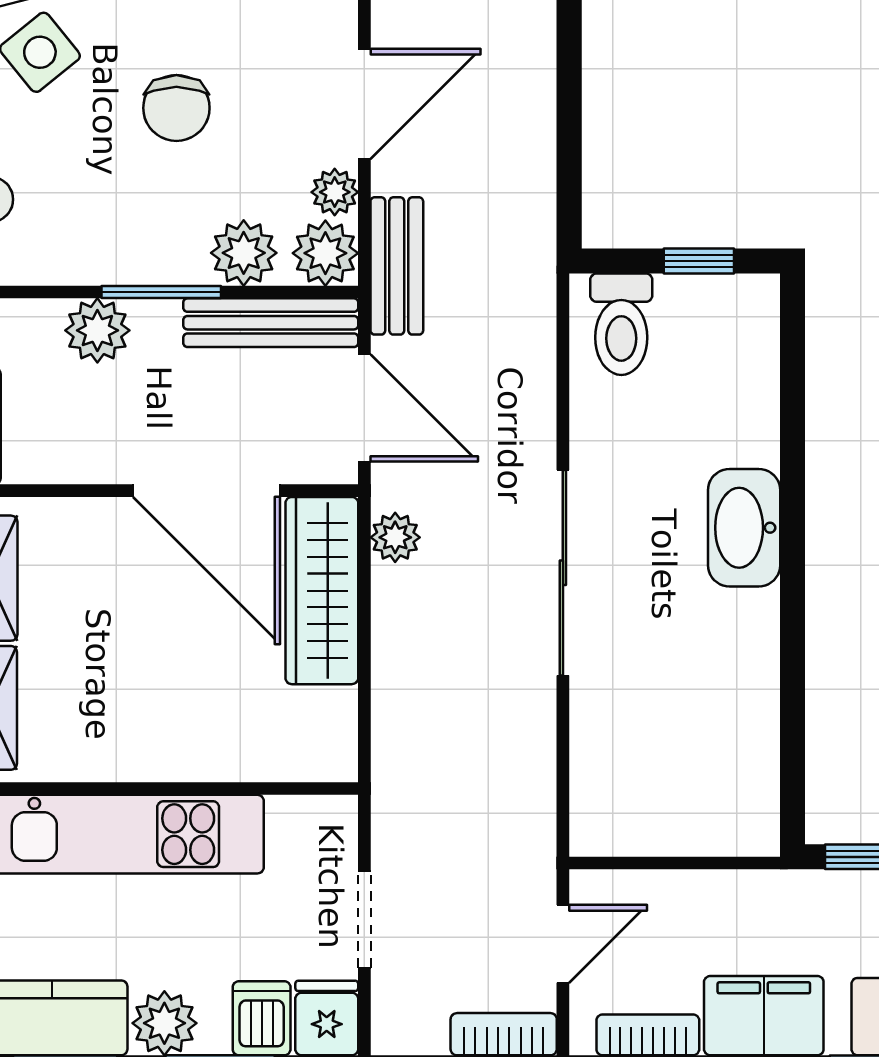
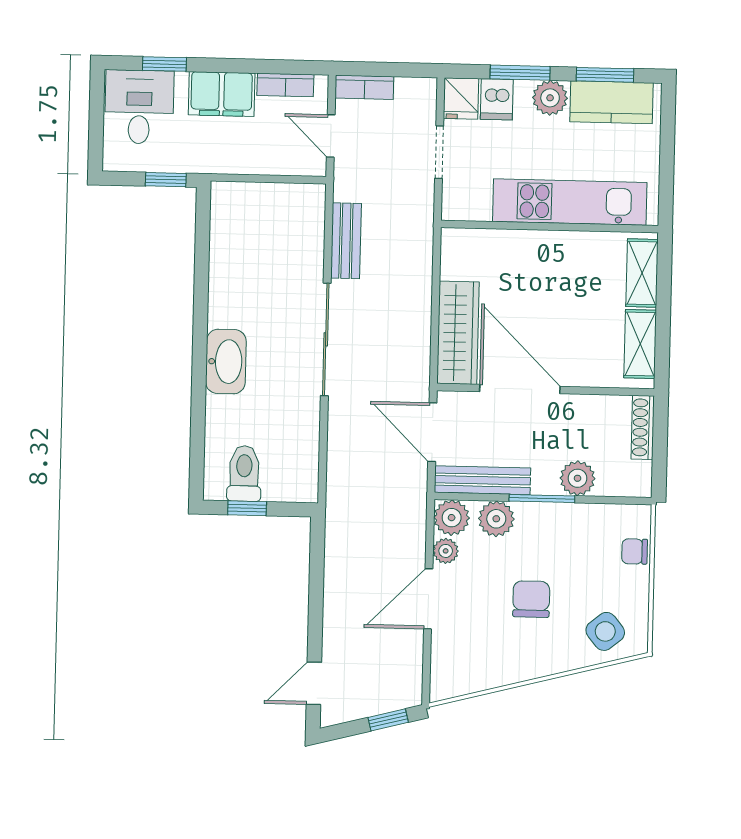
bench: (397, 266) -> (346, 241), moved
toilet: (621, 324) -> (244, 474), moved
plant: (395, 537) -> (417, 361), removed
door: (563, 944) -> (331, 136), hinge flipped

